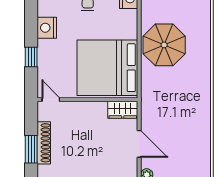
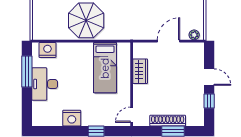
bed: (107, 68) -> (105, 68), width x0.49
wardrobe: (123, 110) -> (140, 71), moved

